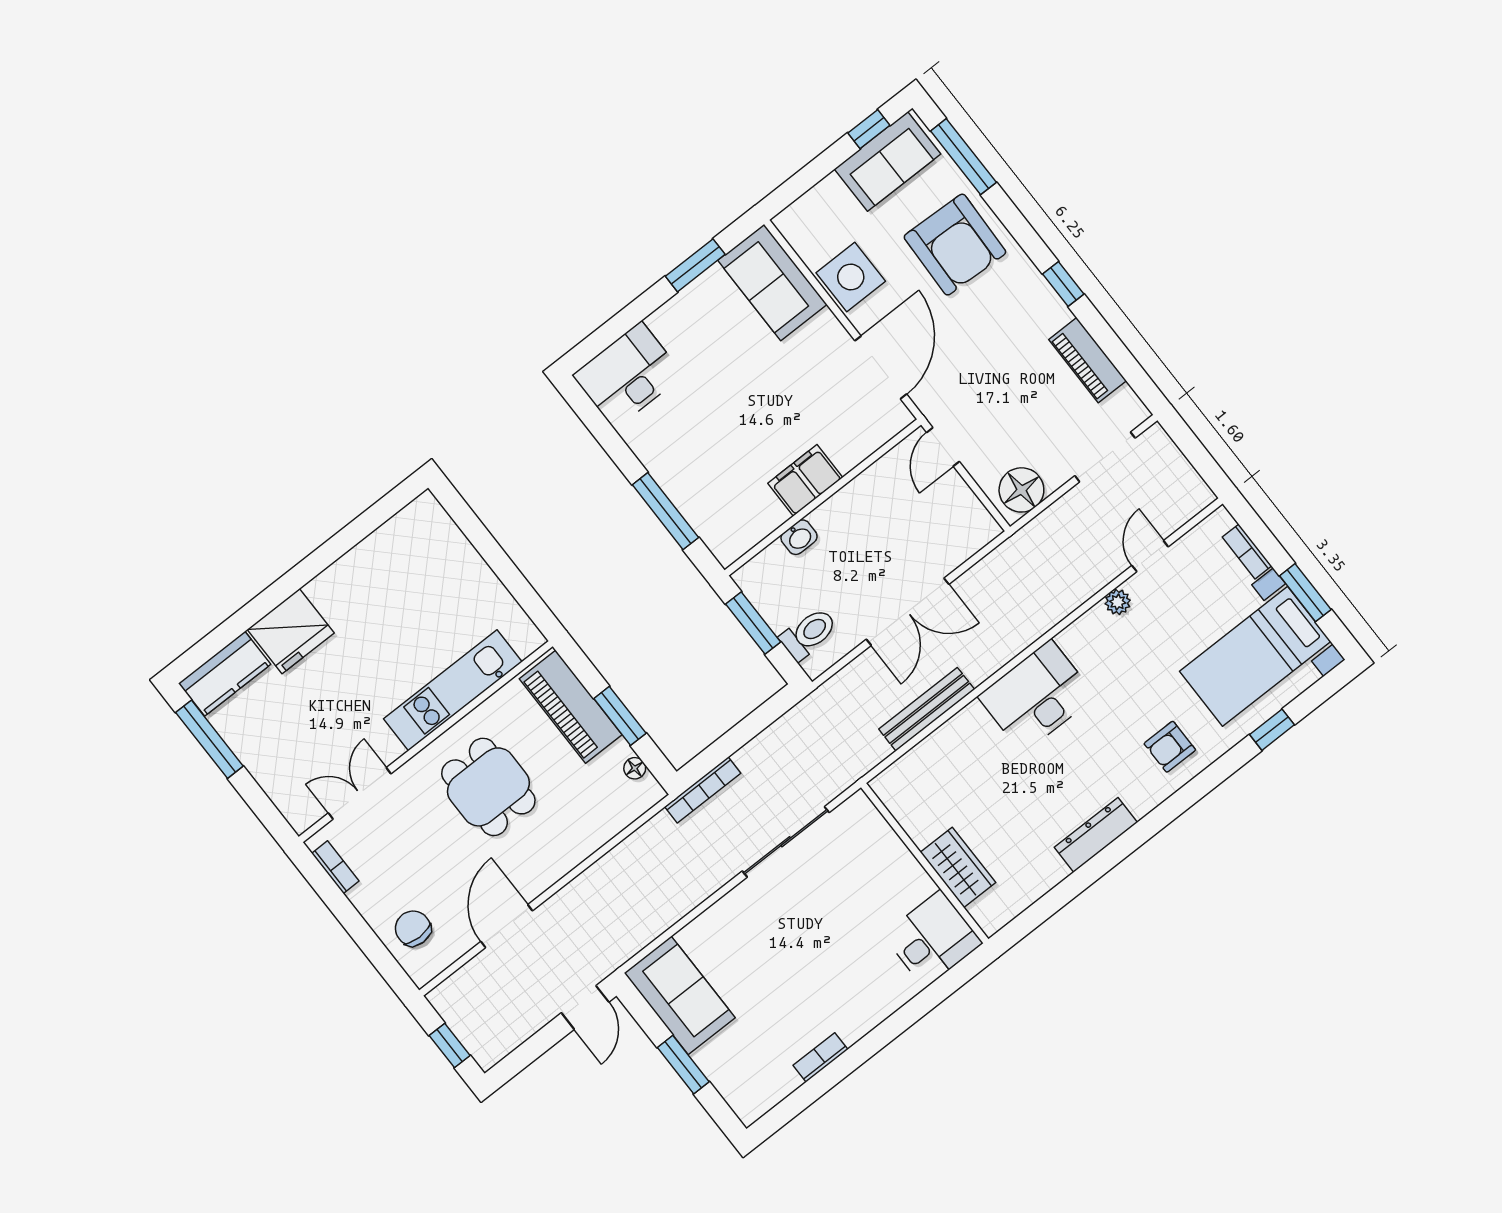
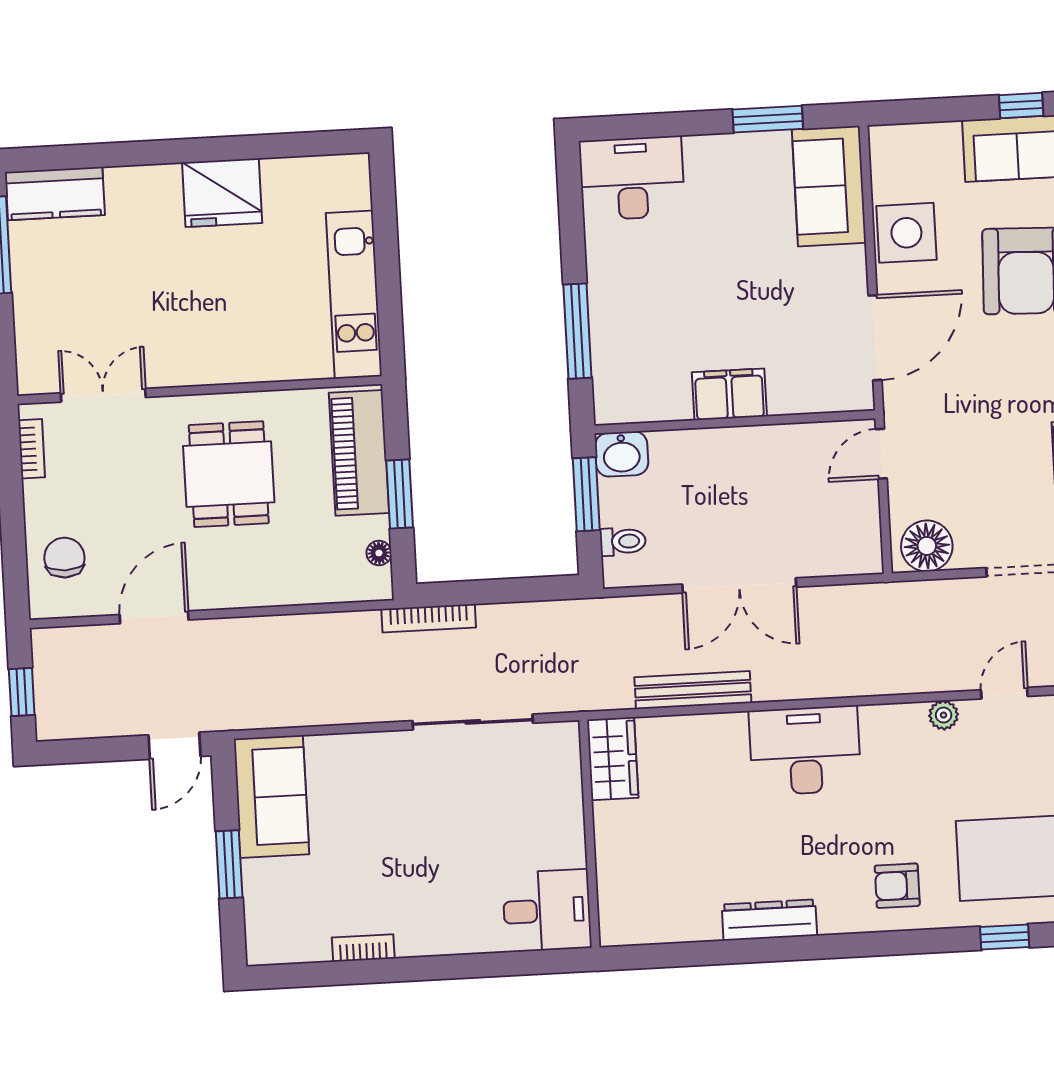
washbasin: (799, 537) -> (622, 454), moved, width x1.38, depth x1.45
fridge: (291, 631) -> (222, 193), moved
toilet: (809, 634) -> (623, 541), width x0.73, depth x0.72
kitchen unit: (453, 690) -> (354, 295), moved, turned -90
wardrobe: (958, 867) -> (613, 759), moved

